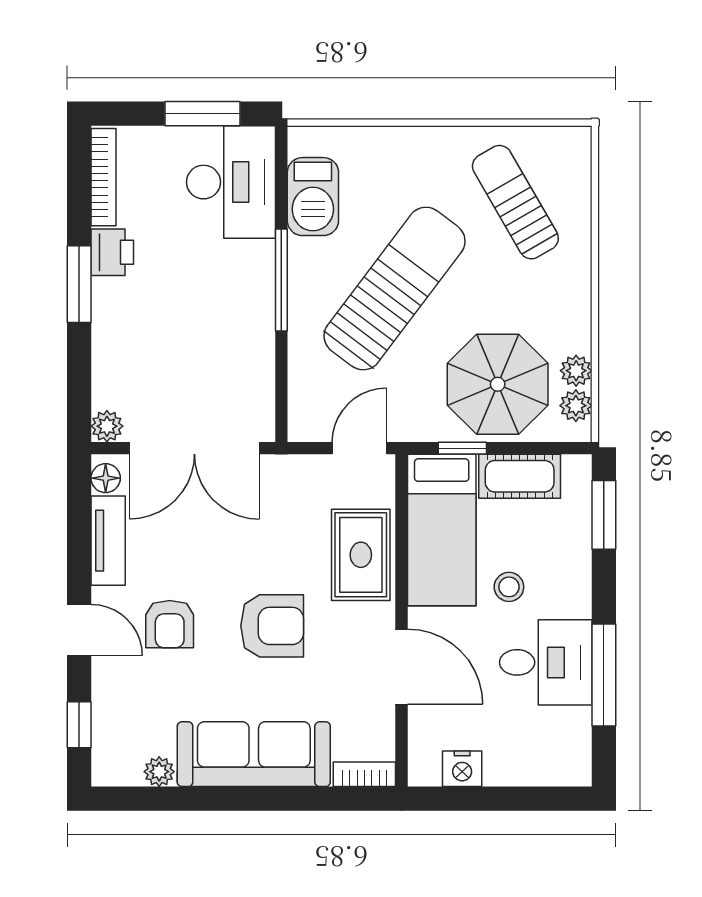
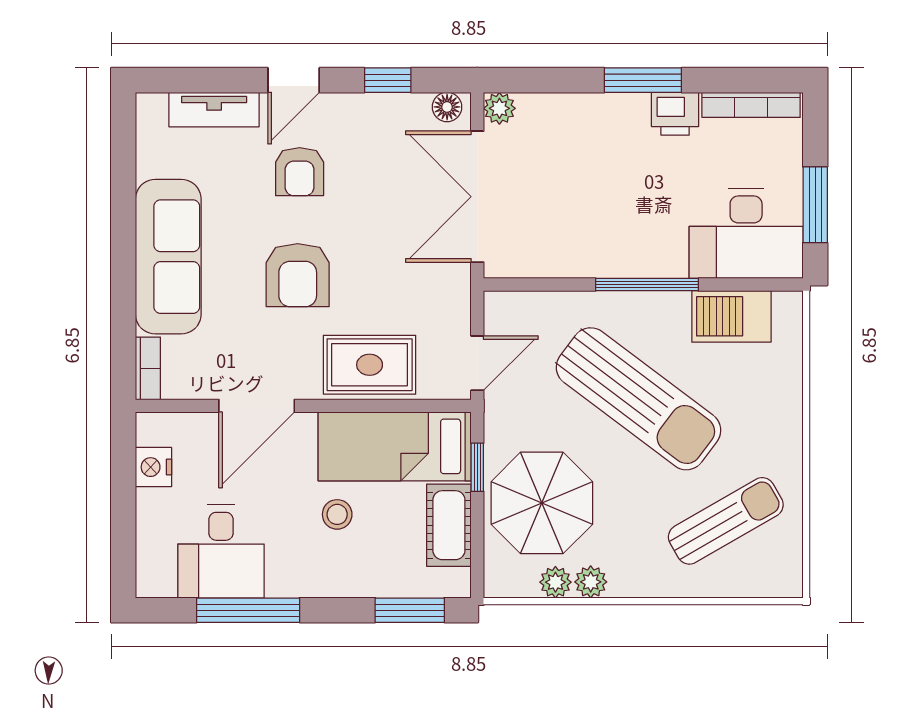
plant: (576, 406) -> (591, 582), moved
door: (359, 448) -> (477, 363), hinge flipped
tv unit: (108, 541) -> (214, 110), moved
armchair: (170, 624) -> (300, 172), turned -90
desk: (546, 662) -> (221, 551), moved
window: (79, 725) -> (388, 80), moved
plant: (159, 772) -> (151, 161), removed

